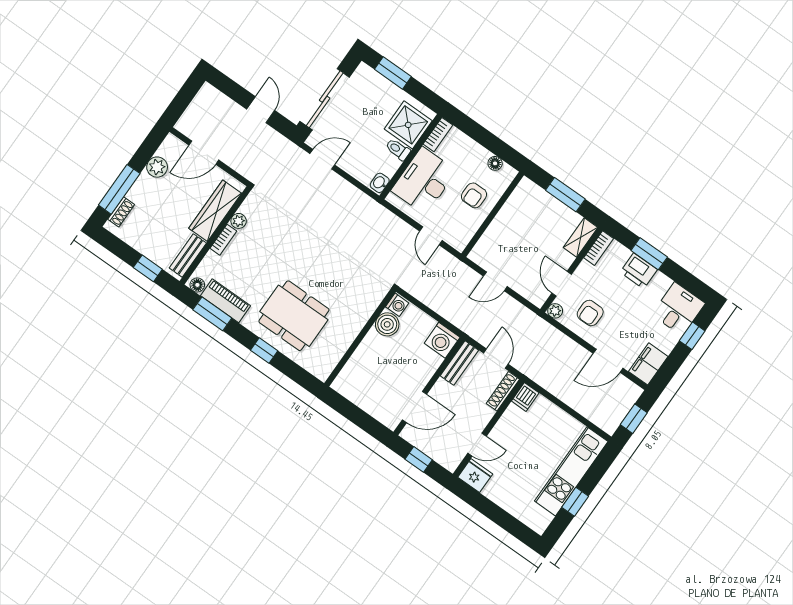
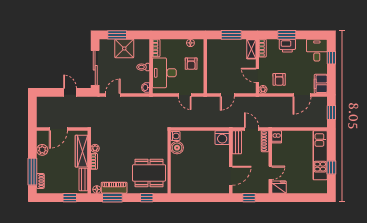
shower: (408, 125) -> (124, 48), moved
washing machine: (397, 305) -> (175, 136), moved
boiler: (387, 324) -> (177, 148), moved
wall: (360, 337) -> (169, 162), moved

